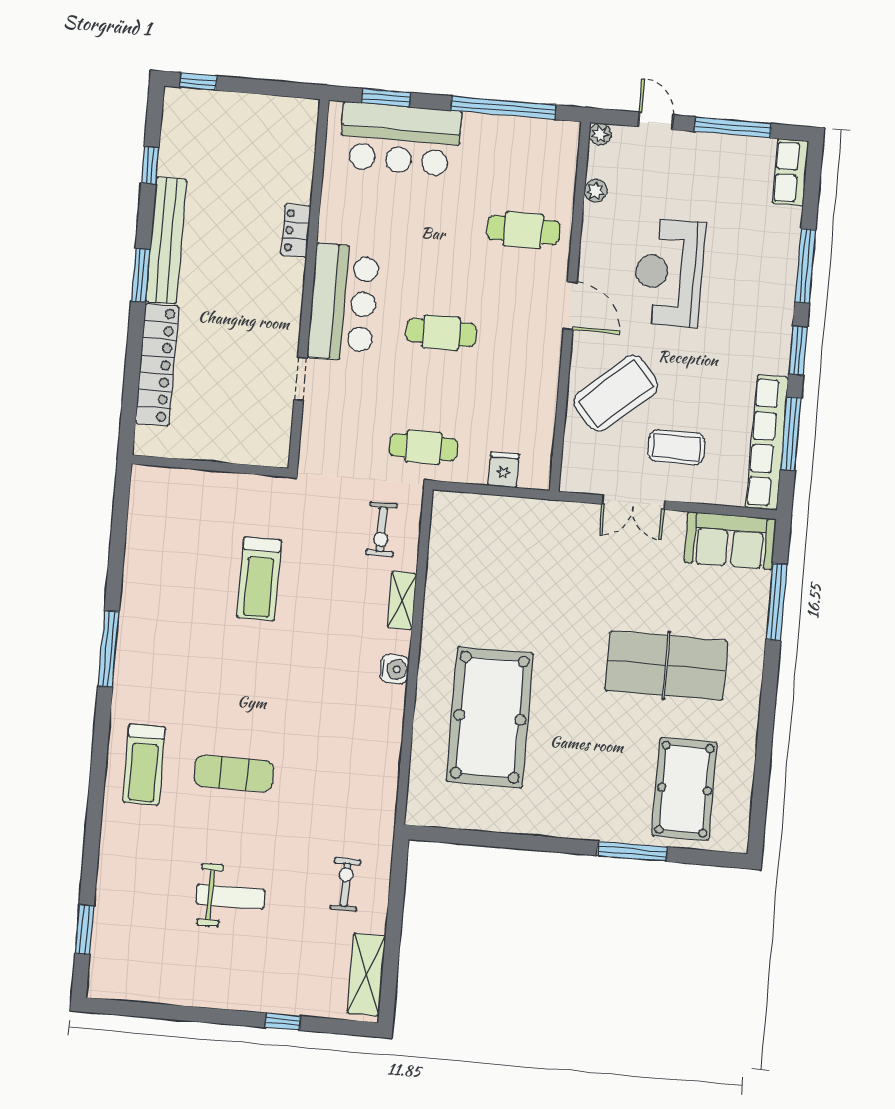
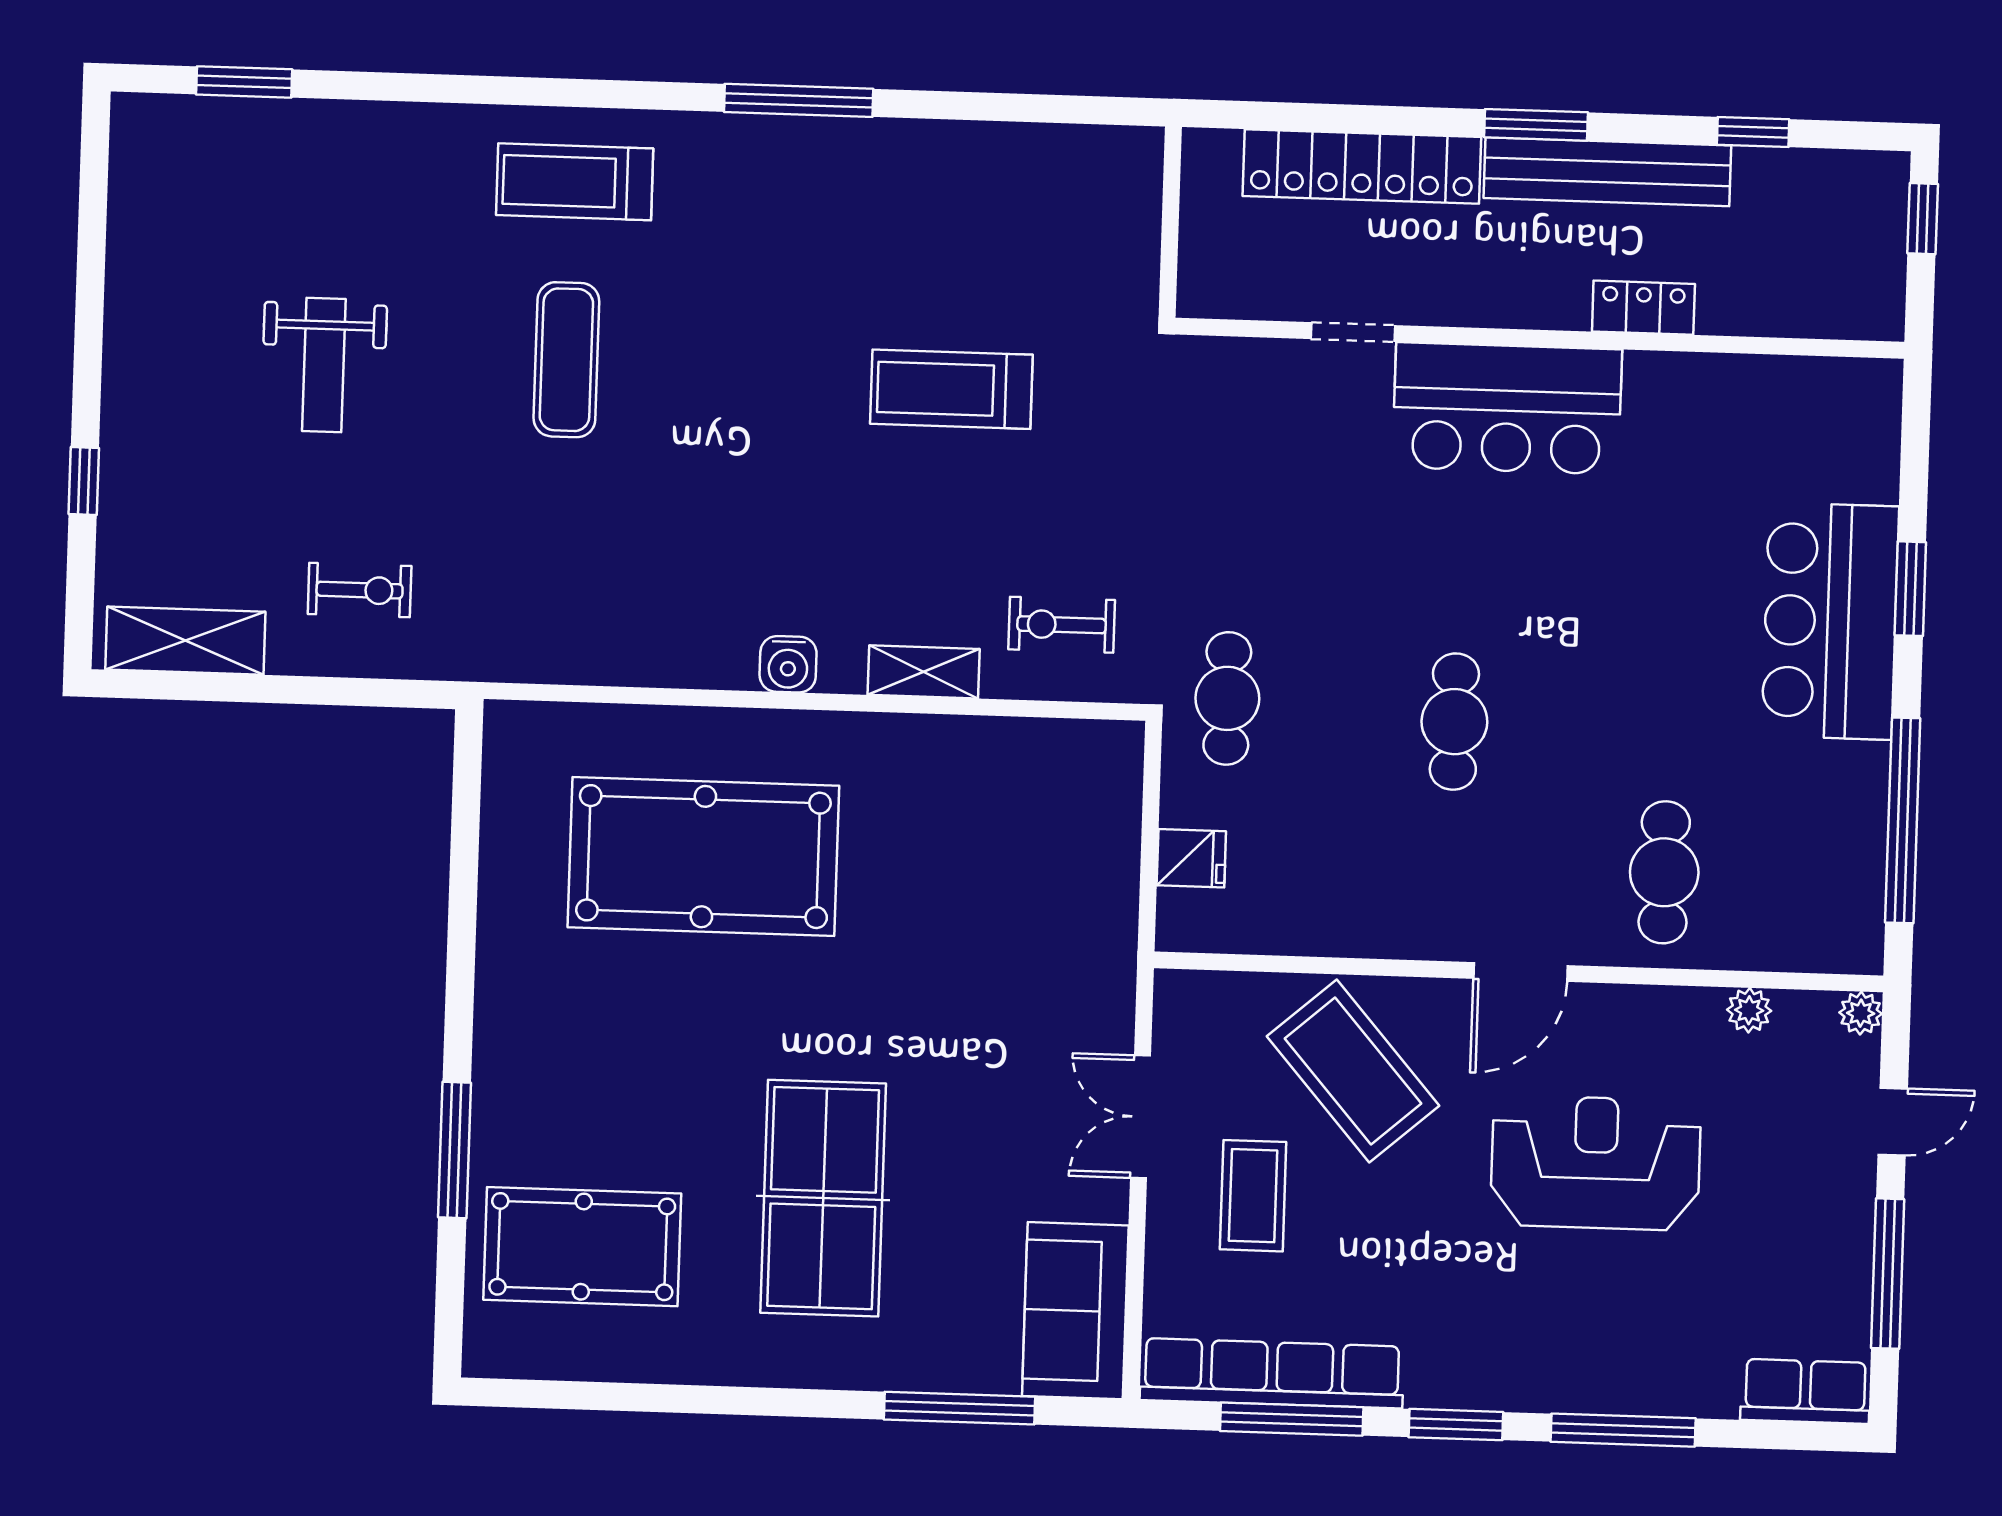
locker: (296, 231) -> (1643, 308), moved
wall: (309, 284) -> (1540, 338), moved
bar counter: (343, 303) -> (1507, 408), moved
doorway: (301, 379) -> (1353, 332), moved

